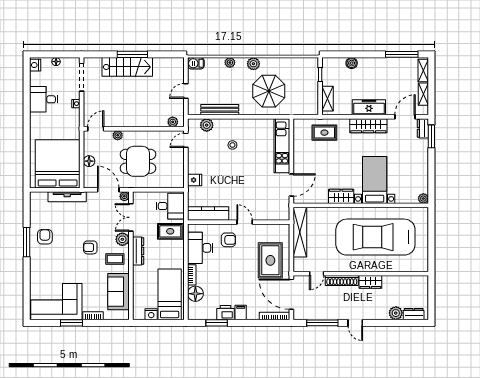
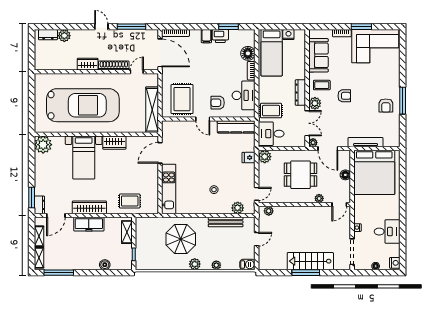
plant: (177, 181) -> (265, 157), added
plant: (423, 199) -> (43, 145), width x1.87, depth x1.87
rug: (270, 260) -> (182, 99), moved

